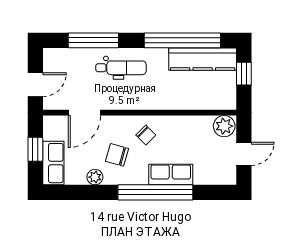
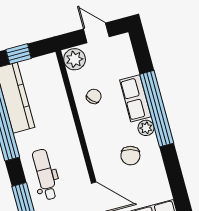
chair: (146, 135) -> (94, 96), moved
plant: (95, 177) -> (146, 128), moved

